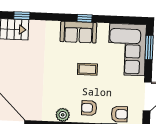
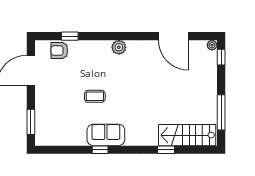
corner sofa: (127, 49) -> (54, 119), removed
armchair: (89, 108) -> (91, 56), removed

